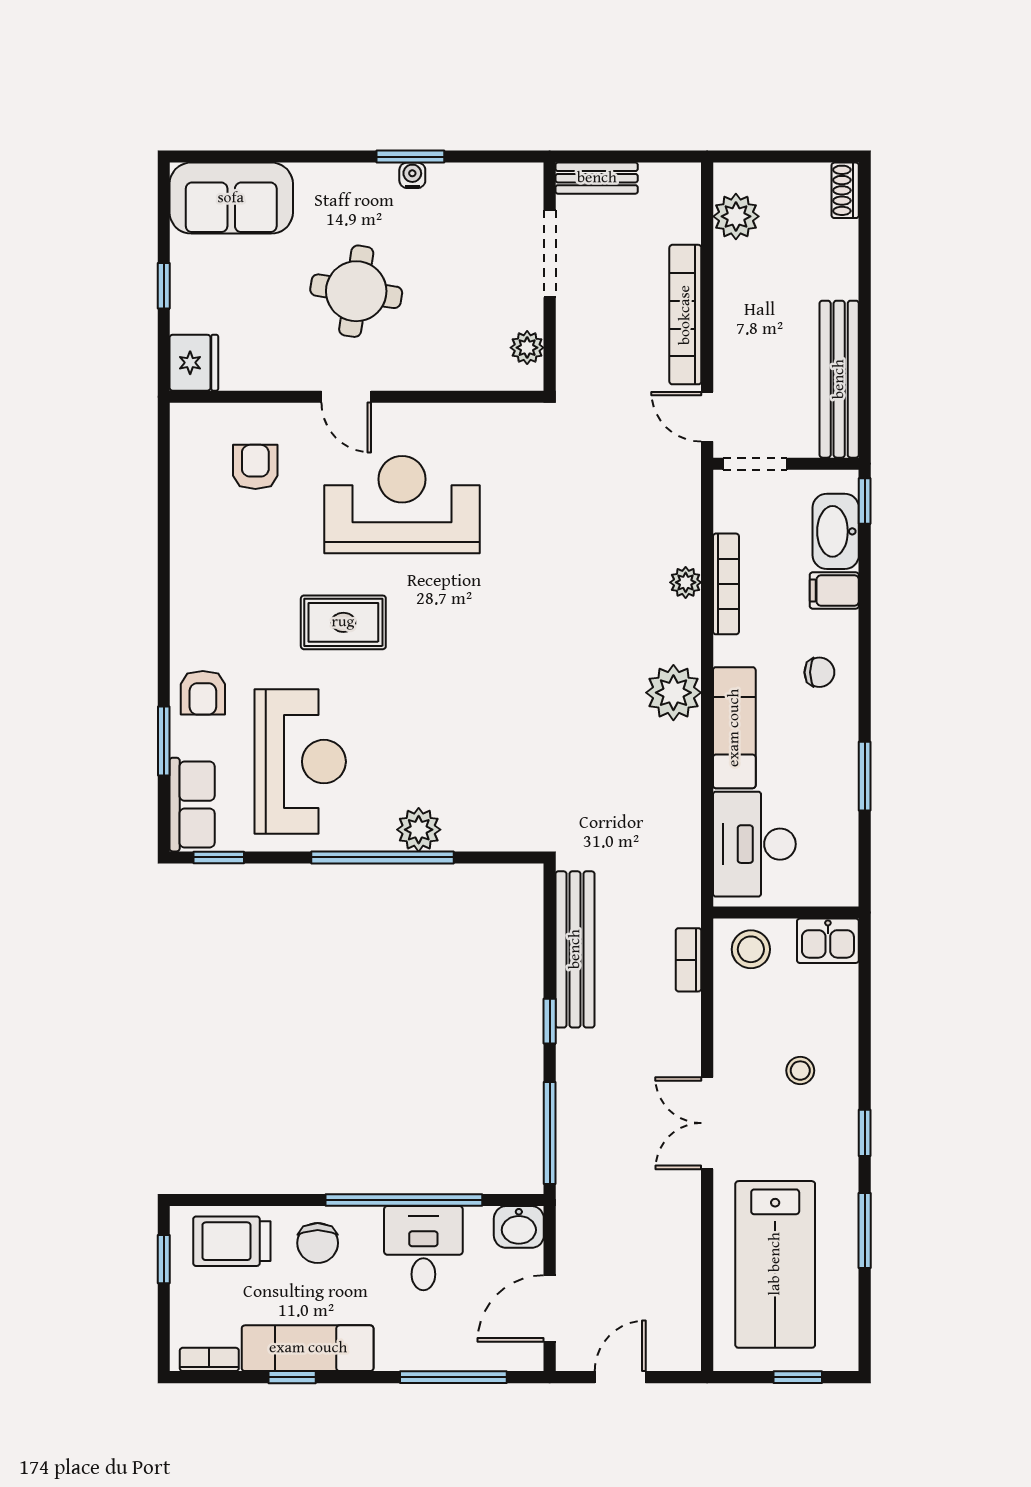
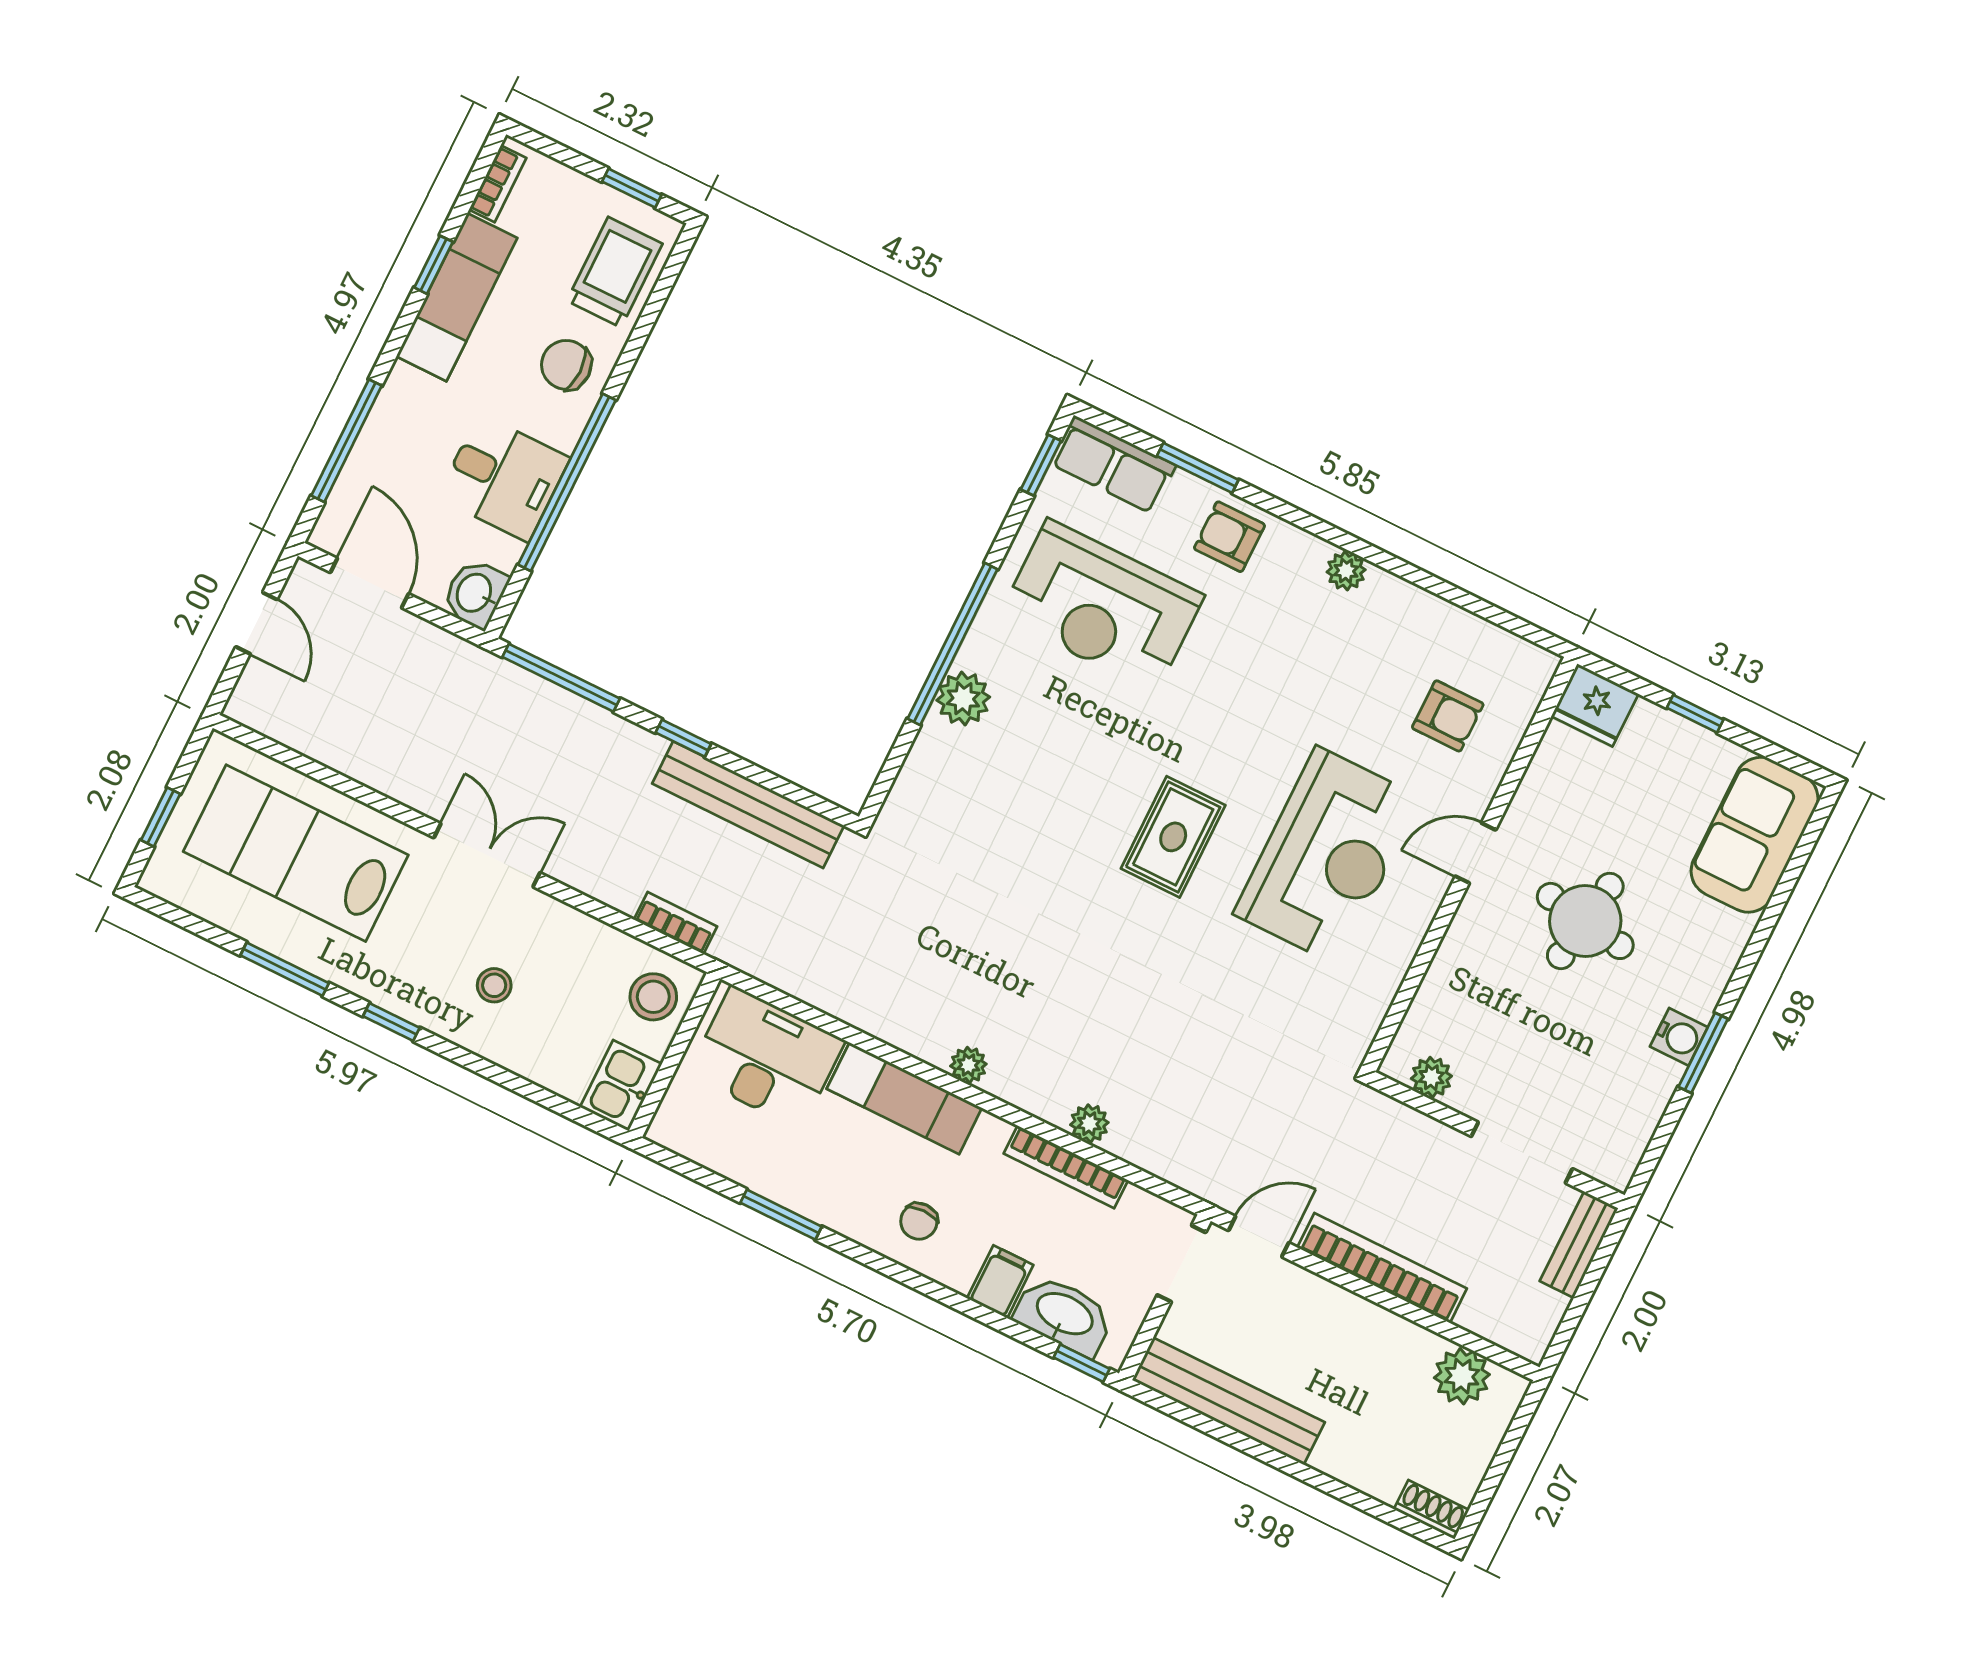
water cooler: (412, 175) -> (1679, 1037), width x1.38, depth x1.38
plant: (186, 594) -> (1346, 571), added
rug: (343, 622) -> (1173, 837), moved
plant: (673, 693) -> (968, 1065), width x0.53, depth x0.53

